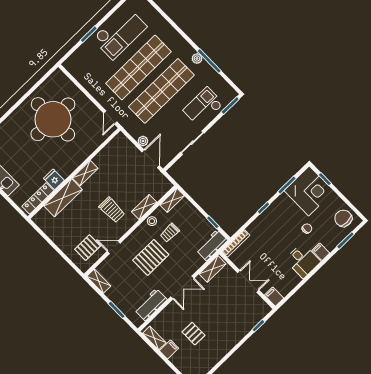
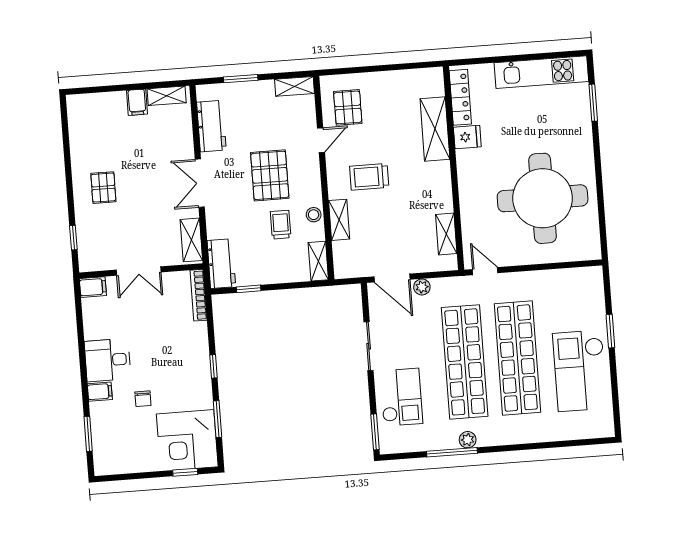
shelving: (85, 173) -> (446, 234), moved
chair: (343, 218) -> (118, 454), removed
pallet: (193, 334) -> (103, 188), moved, turned 90

